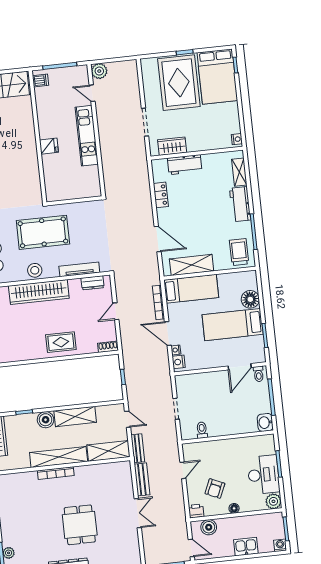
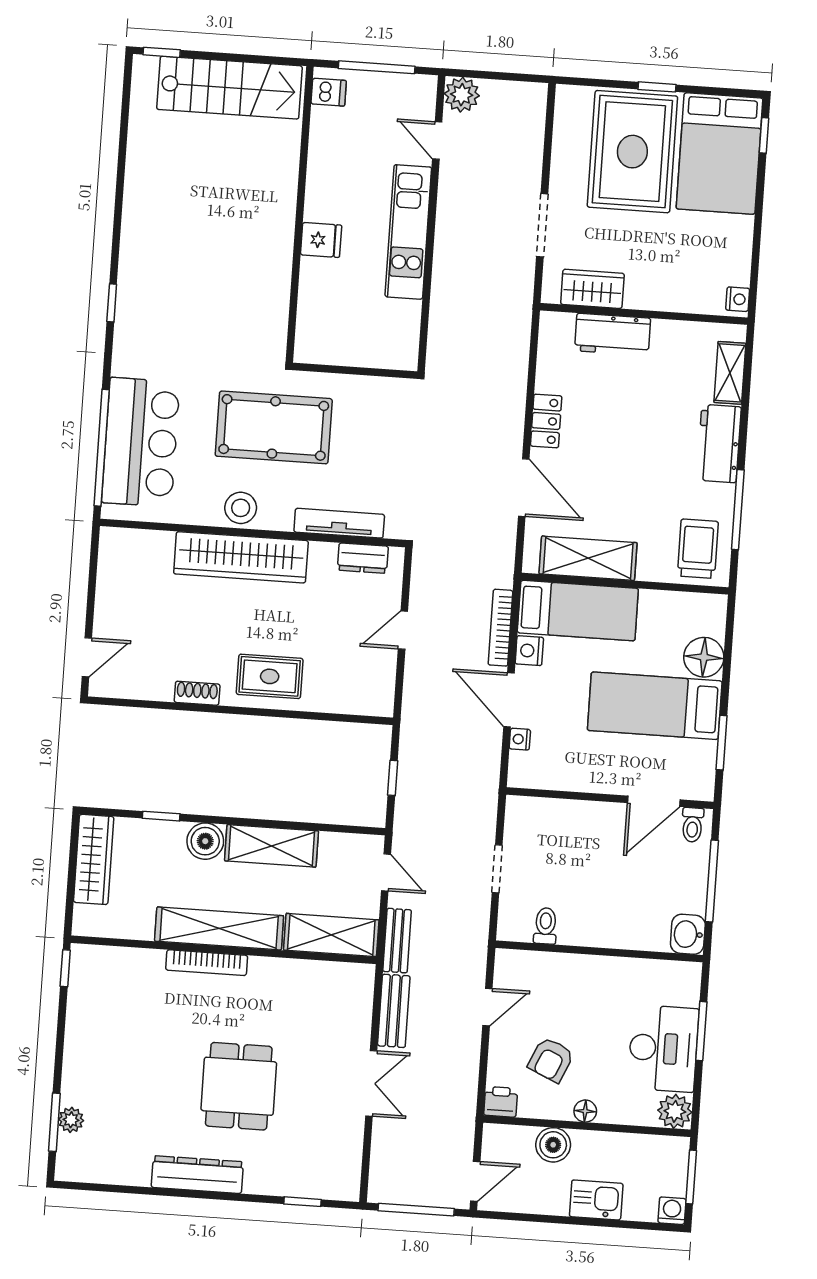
locker: (161, 195) -> (546, 421), moved
shoe rack: (108, 347) -> (197, 693), moved
nightstand: (179, 362) -> (529, 651), moved
boiler: (209, 527) -> (553, 1145), moved
door: (191, 548) -> (475, 1181), hinge flipped

